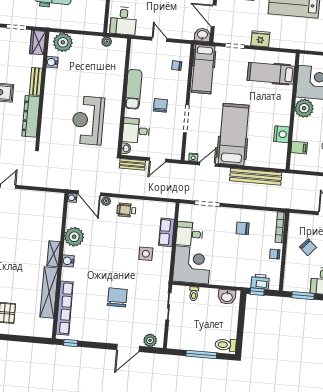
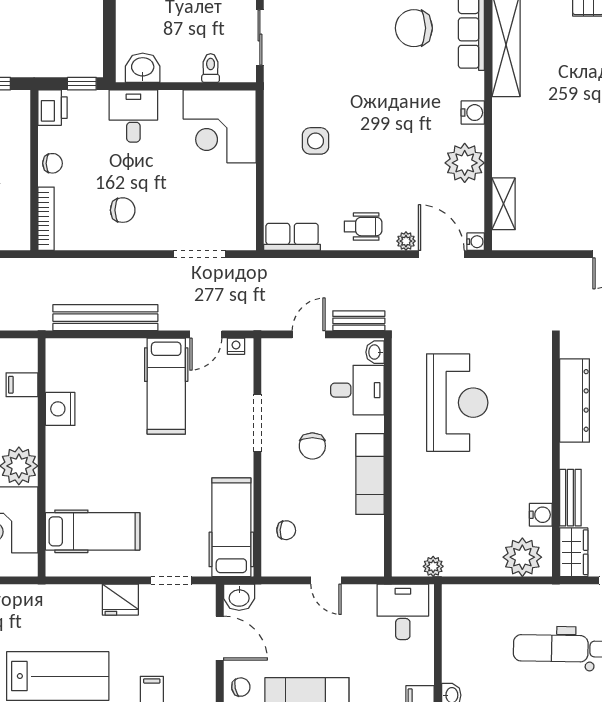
bench: (36, 82) -> (570, 498), moved
hospital bed: (233, 134) -> (166, 386), width x0.73, depth x0.78
row of seats: (166, 232) -> (292, 237), moved, turned -90
desk: (189, 234) -> (133, 116), moved, turned -90
shelving: (54, 254) -> (504, 204), moved
printer: (260, 282) -> (53, 108), moved, turned -90
chair: (117, 297) -> (414, 28), moved, turned 90

